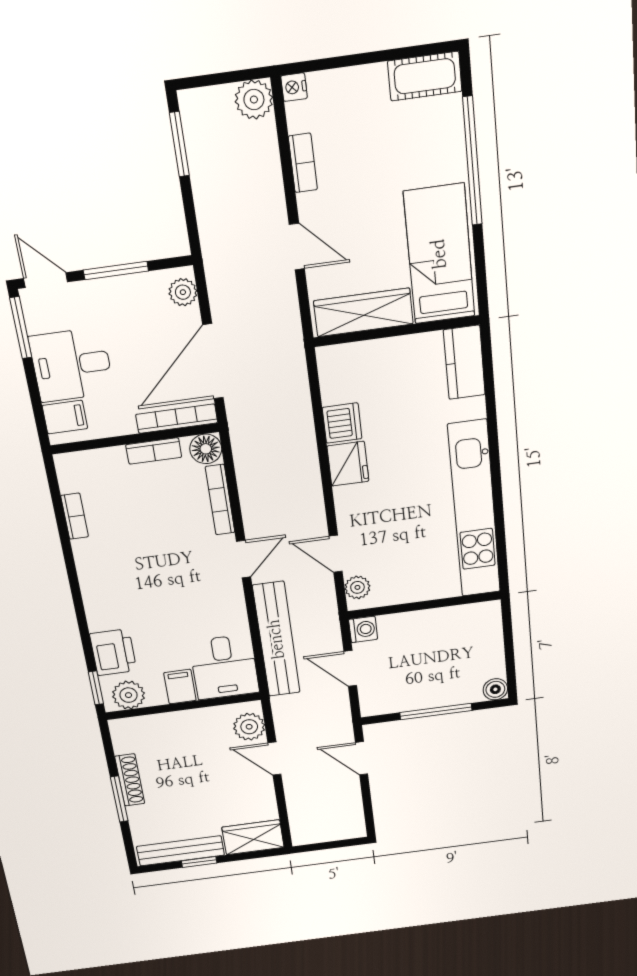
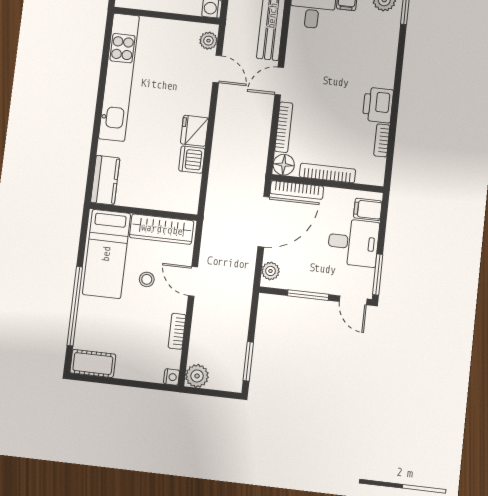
stool: (369, 231) -> (147, 279), added
bookcase: (154, 451) -> (327, 173), width x1.56
printer: (113, 652) -> (378, 105), moved

